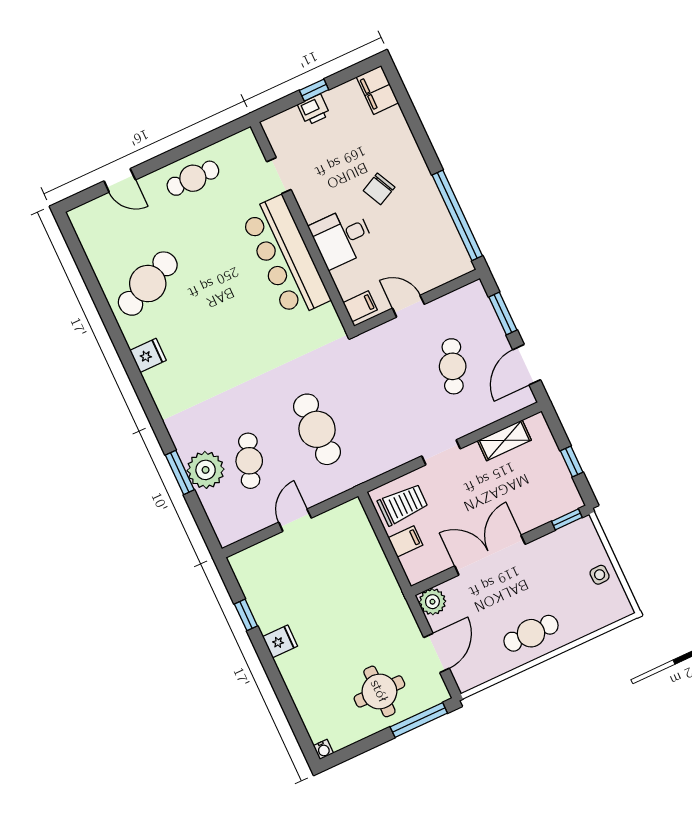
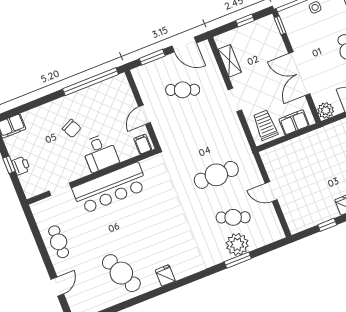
filing cabinet: (406, 541) -> (294, 122), width x2.00

